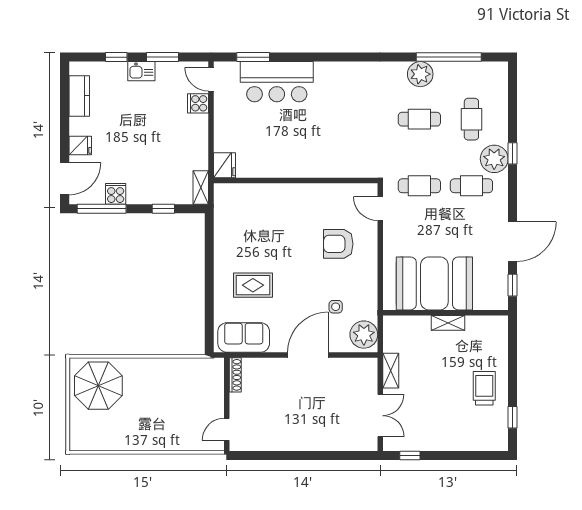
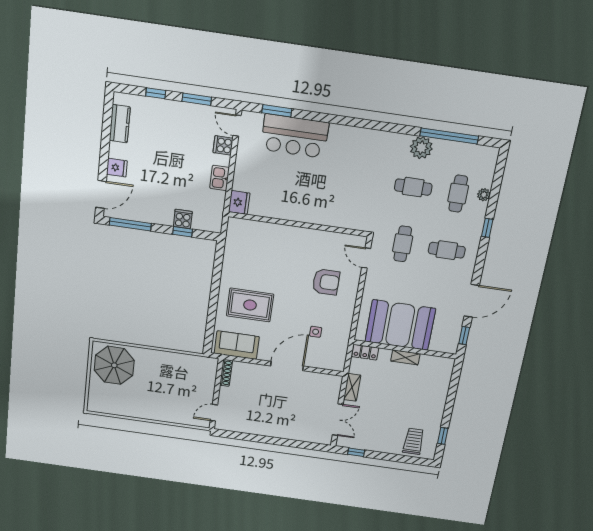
kitchen sink: (141, 71) -> (220, 178), moved, turned 90
plant: (494, 159) -> (484, 195), moved, width x0.53, depth x0.53
cafe table: (419, 186) -> (403, 244), turned 90
shelving: (201, 187) -> (217, 218), removed
cooker: (116, 194) -> (183, 219), moved
armchair: (338, 244) -> (326, 282), turned 180
rug: (253, 285) -> (250, 305), width x1.36, depth x1.43
locker: (399, 323) -> (365, 352), added
plant: (364, 335) -> (335, 357), removed
trolley: (484, 388) -> (413, 441), moved

